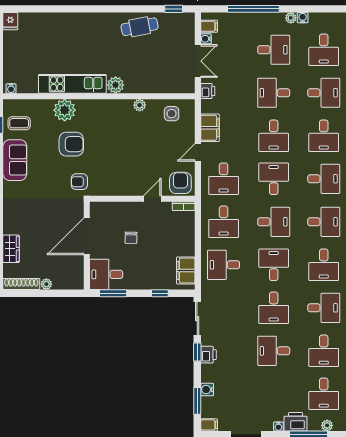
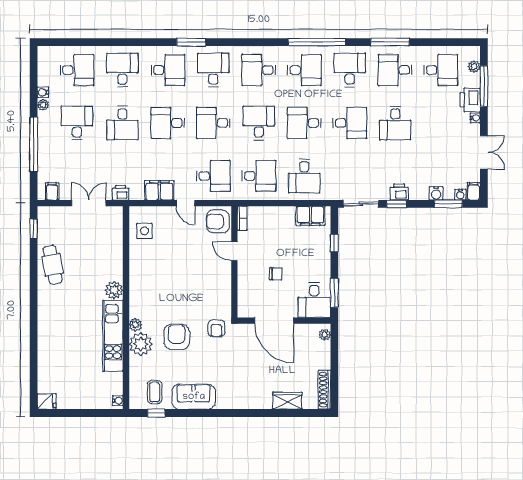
water cooler: (206, 39) -> (460, 195), moved
plant: (140, 105) -> (135, 325), moved
desk: (274, 136) -> (168, 123), turned 180
desk: (324, 222) -> (259, 70), turned -90
plant: (46, 284) -> (325, 335), moved
desk: (324, 351) -> (395, 70), turned 180

